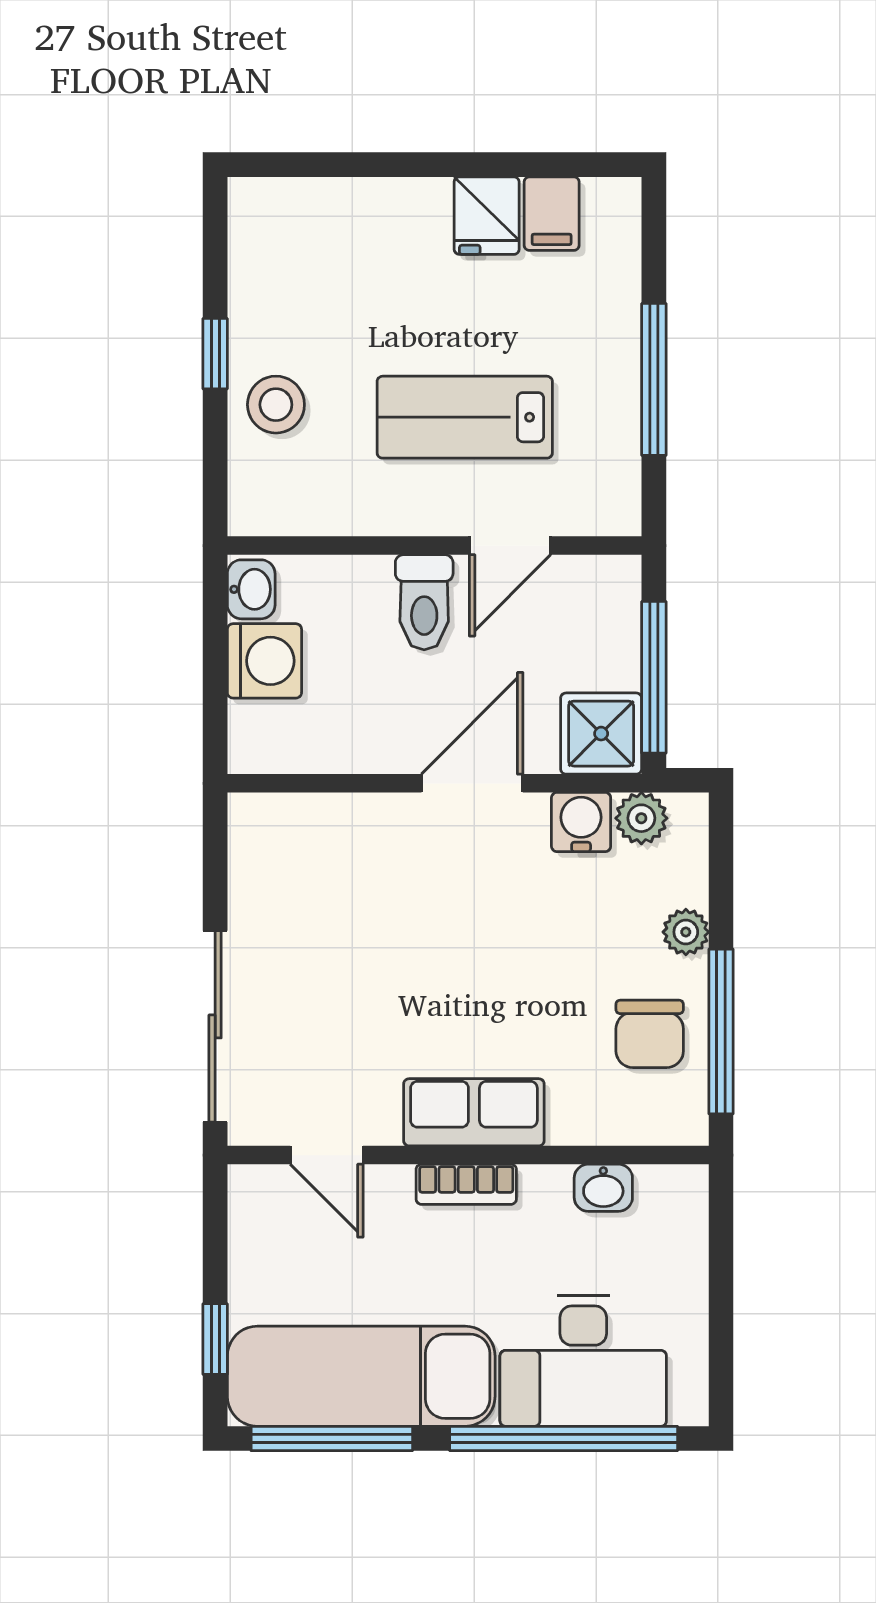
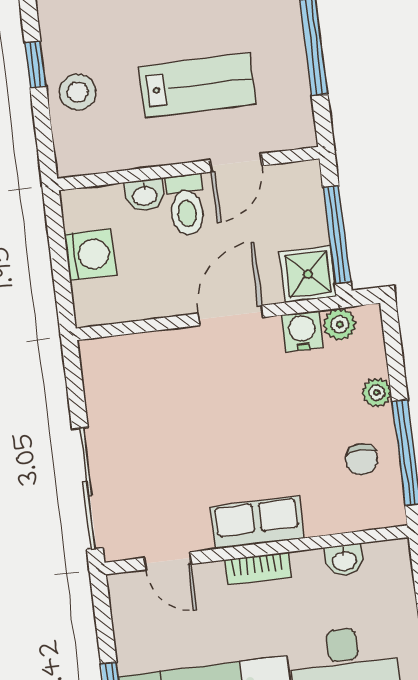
lab bench: (465, 417) -> (197, 85), turned 180
washbasin: (251, 589) -> (145, 195), moved, turned 90
chair: (650, 1034) -> (362, 460), width x0.73, depth x0.73

